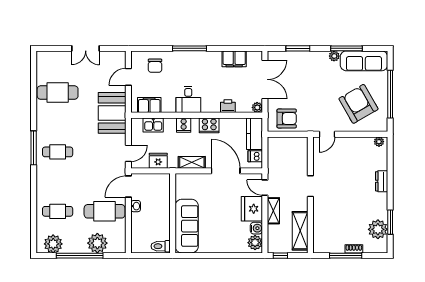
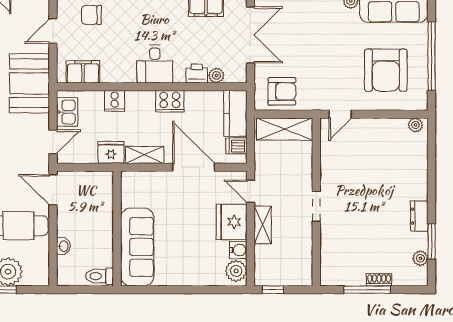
chair: (155, 66) -> (91, 15), turned 90
desk: (188, 100) -> (155, 64), moved
armchair: (358, 104) -> (386, 70), turned -150
plant: (257, 107) -> (216, 75), moved
kitchen sink: (153, 125) -> (67, 112), moved, turned -90
cooker: (184, 125) -> (115, 101), moved
fridge: (158, 161) -> (111, 152), moved
dresser: (382, 181) -> (419, 216), moved
doorway: (310, 186) -> (316, 206), moved
door: (128, 187) -> (53, 190), hinge flipped
washbasin: (136, 206) -> (63, 246), moved
plant: (378, 229) -> (420, 258), width x0.53, depth x0.53
shelving: (300, 231) -> (285, 129), moved, turned 90

